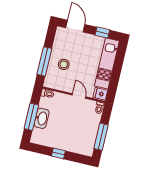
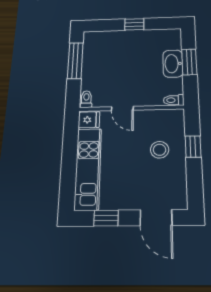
window: (44, 61) -> (193, 147), width x0.46
window: (31, 117) -> (189, 62), width x0.69

